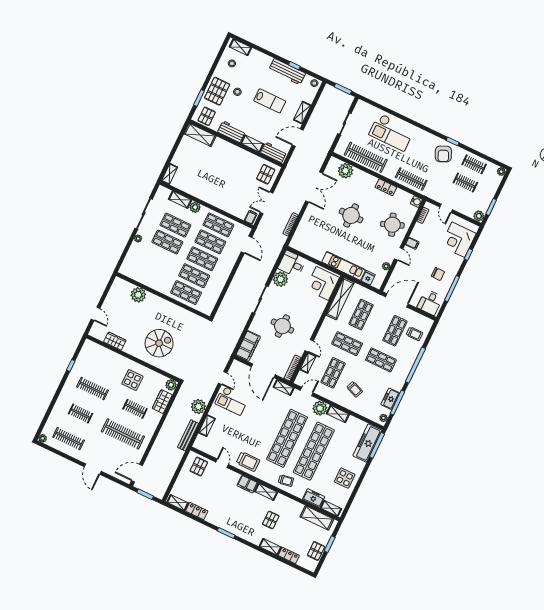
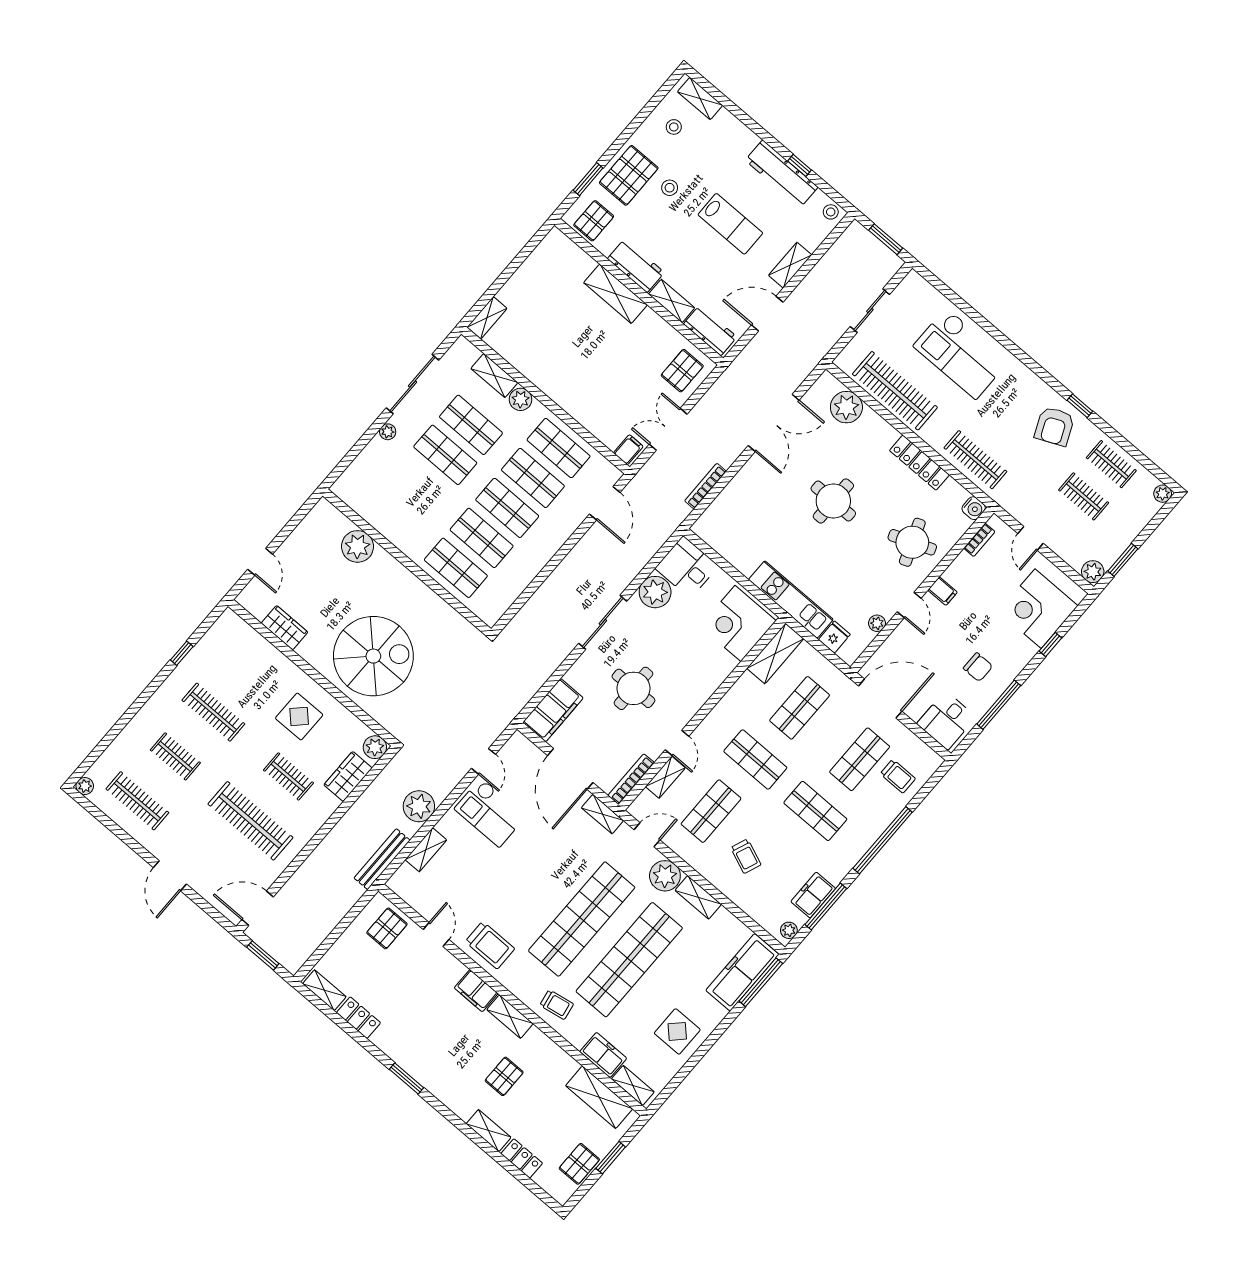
shelving: (200, 135) -> (616, 294), moved
locker: (386, 187) -> (919, 463), width x1.53
shelving: (340, 299) -> (775, 654), width x0.68
spiral stairs: (159, 343) -> (373, 656), width x1.37, depth x1.37

